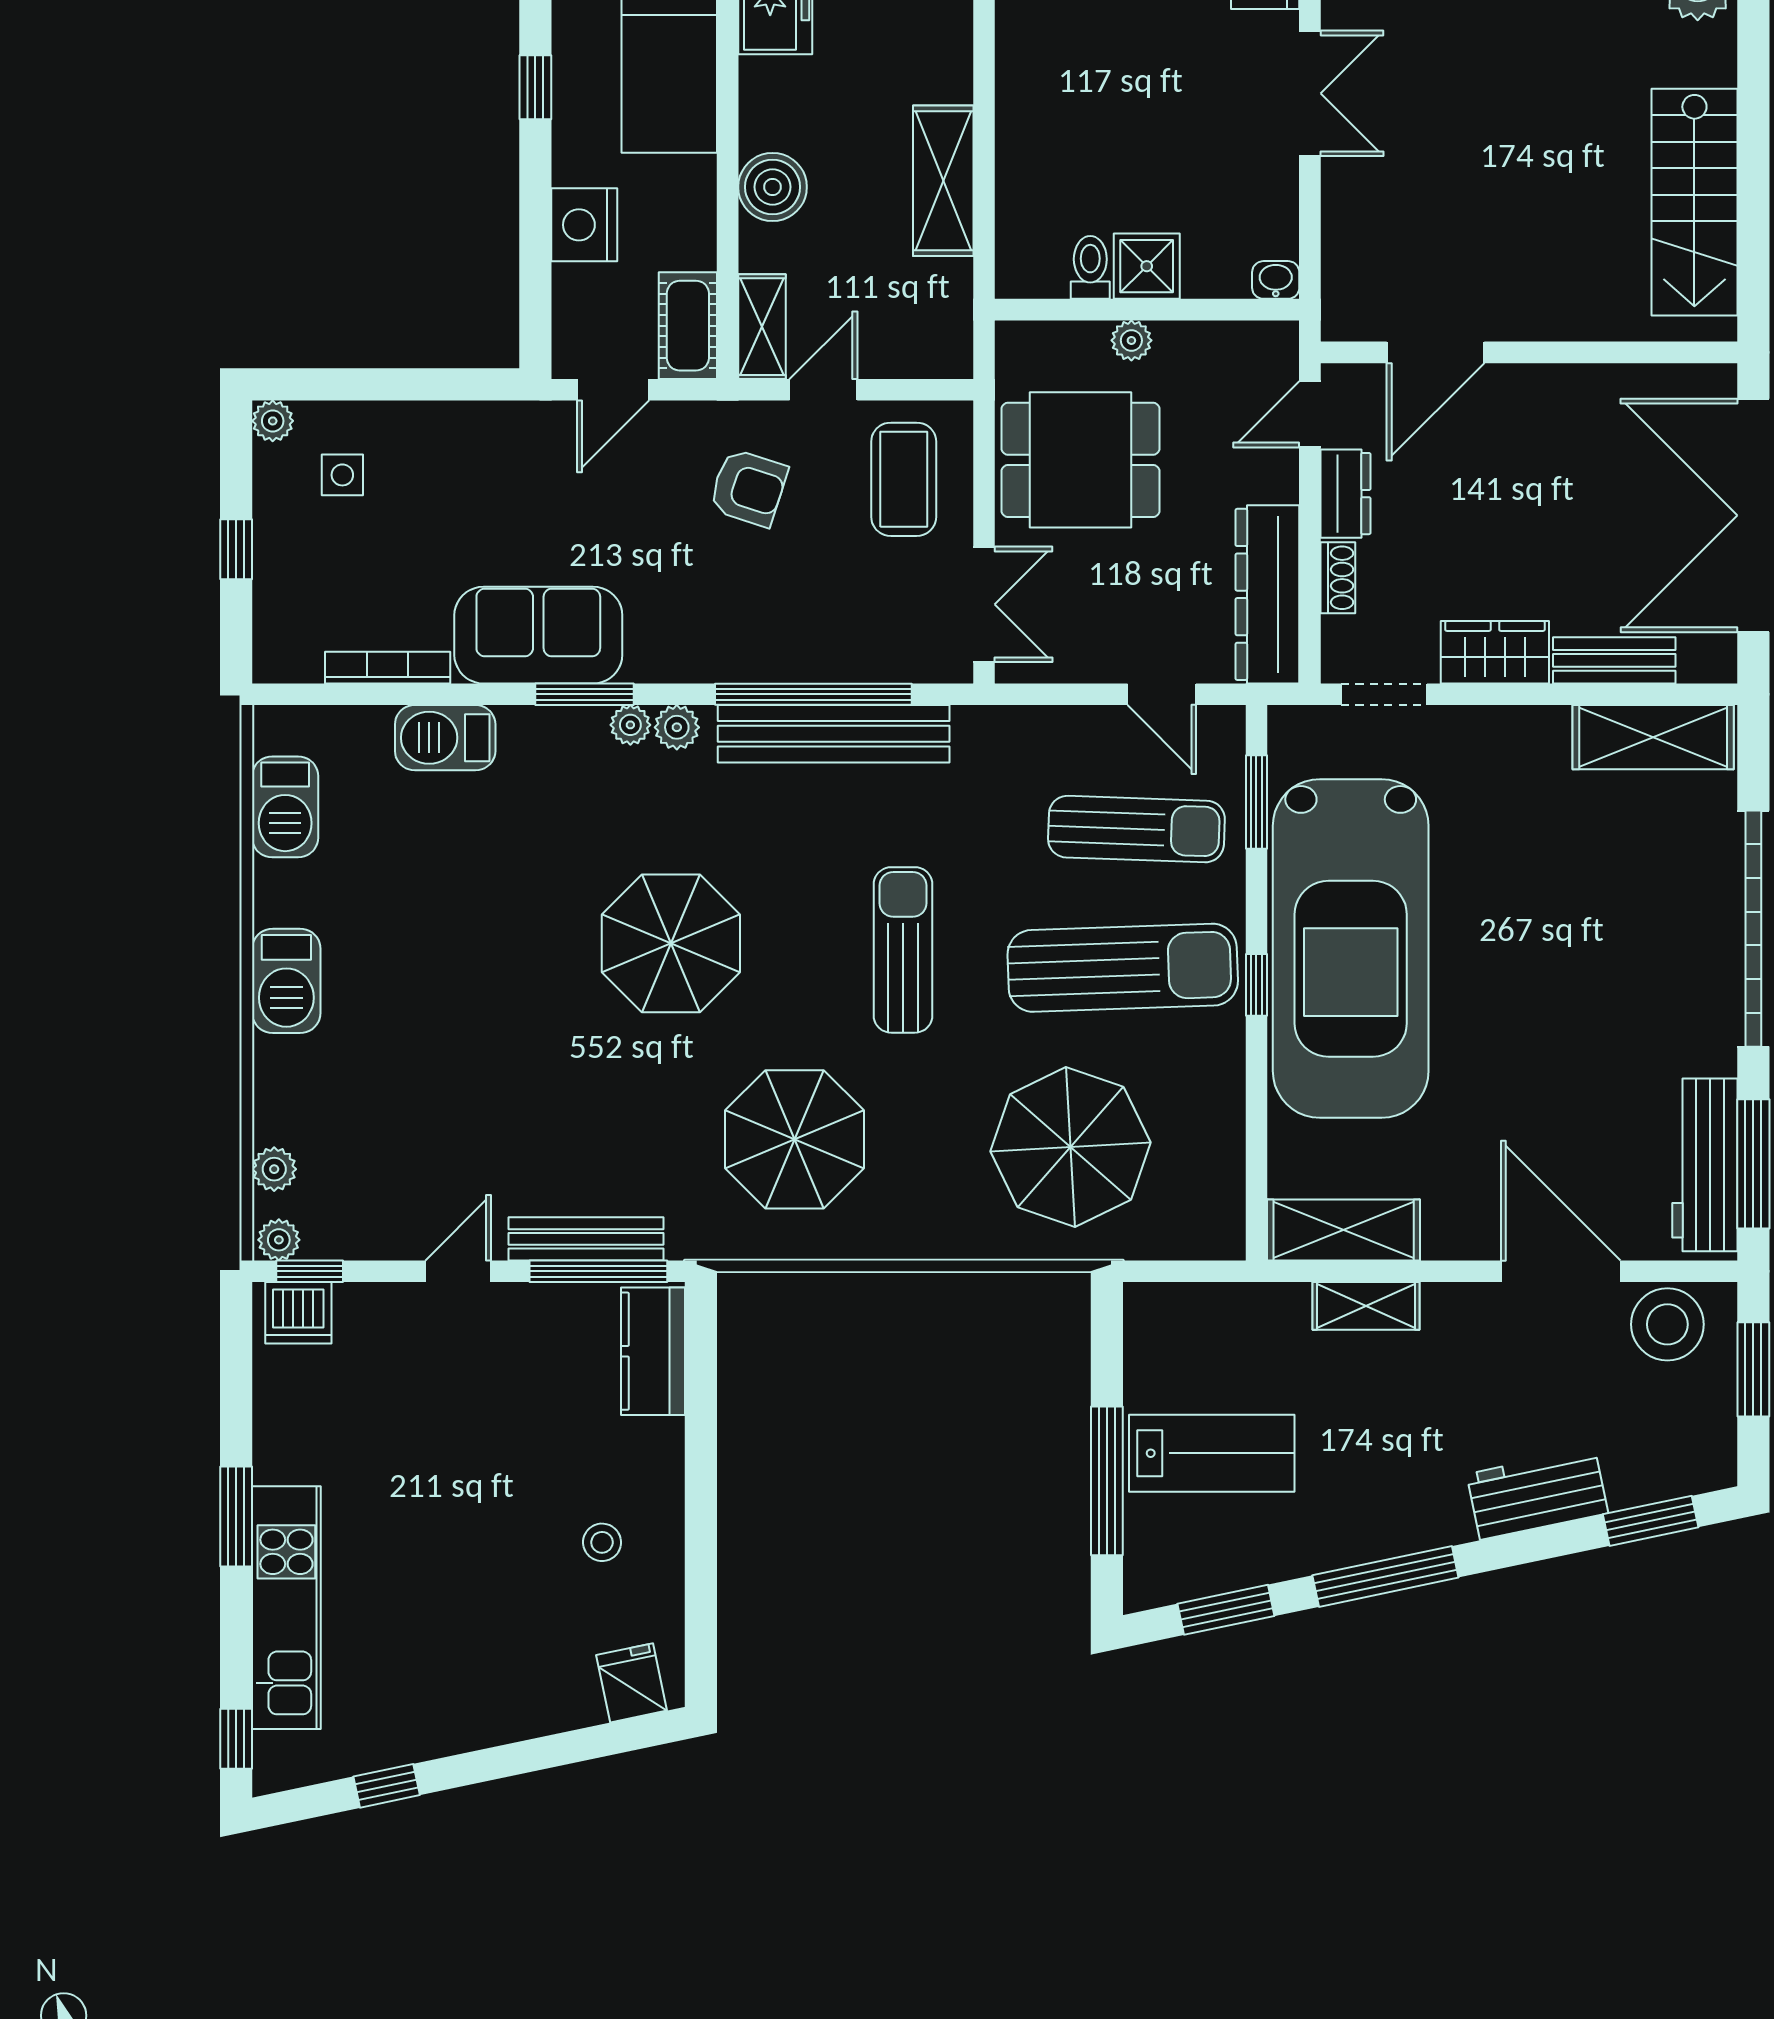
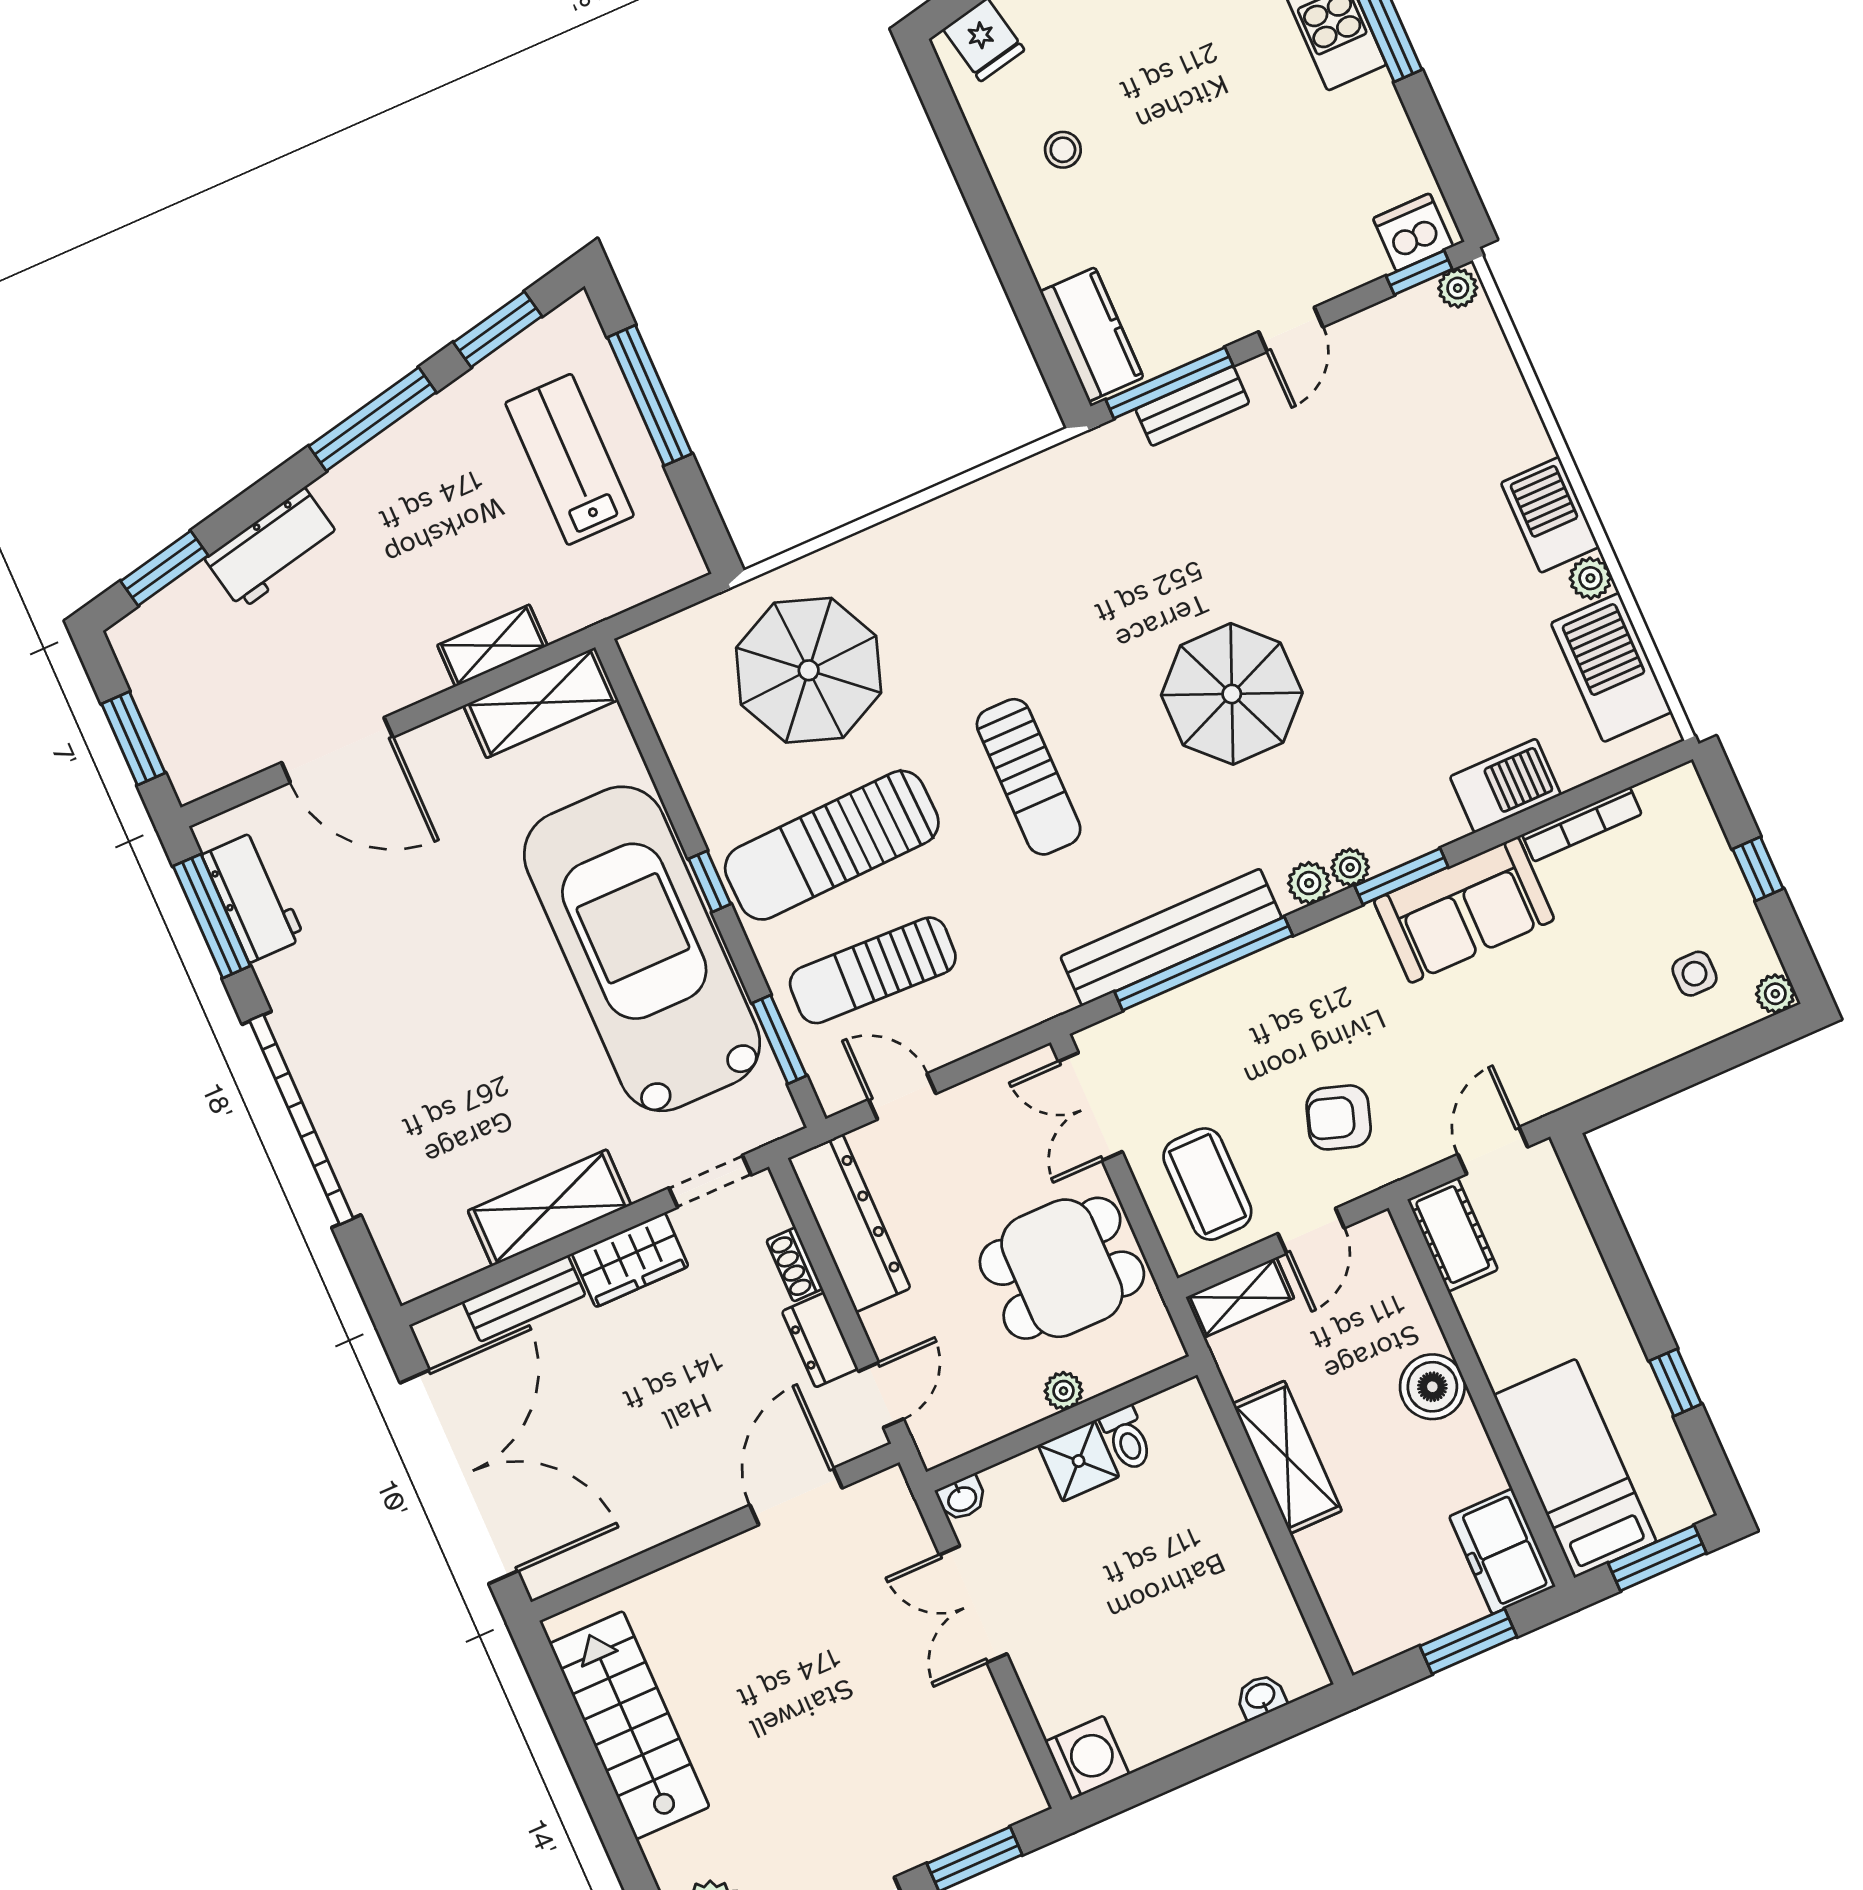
double door: (1310, 93) -> (973, 1604), moved
nightstand: (584, 225) -> (1581, 1282), removed
shelving: (762, 327) -> (1240, 1298), moved, turned 90
shelving: (1653, 737) -> (549, 1208), moved
barbecue: (285, 807) -> (1611, 667), width x1.37, depth x1.21
parasol: (794, 1139) -> (1050, 572), removed
workbench: (1705, 1165) -> (253, 897), width x0.73
plant: (274, 1169) -> (1590, 578), moved
bench: (586, 1239) -> (1192, 406), width x0.73
stool: (1667, 1324) -> (225, 745), removed
lab bench: (1212, 1453) -> (570, 459), turned 90

